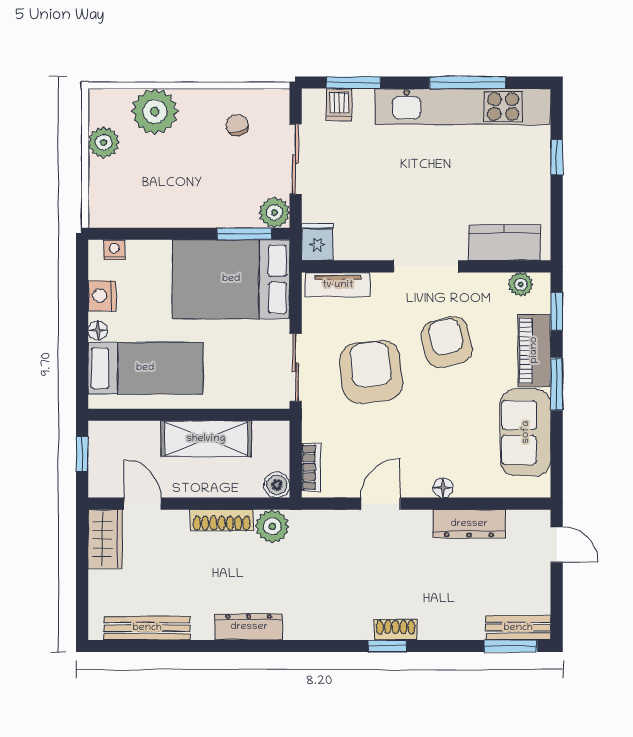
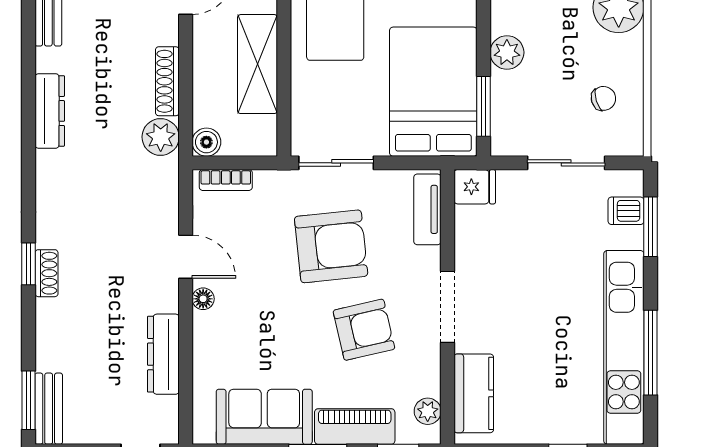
plant: (274, 213) -> (507, 52), moved
floor lamp: (443, 488) -> (203, 299), moved

